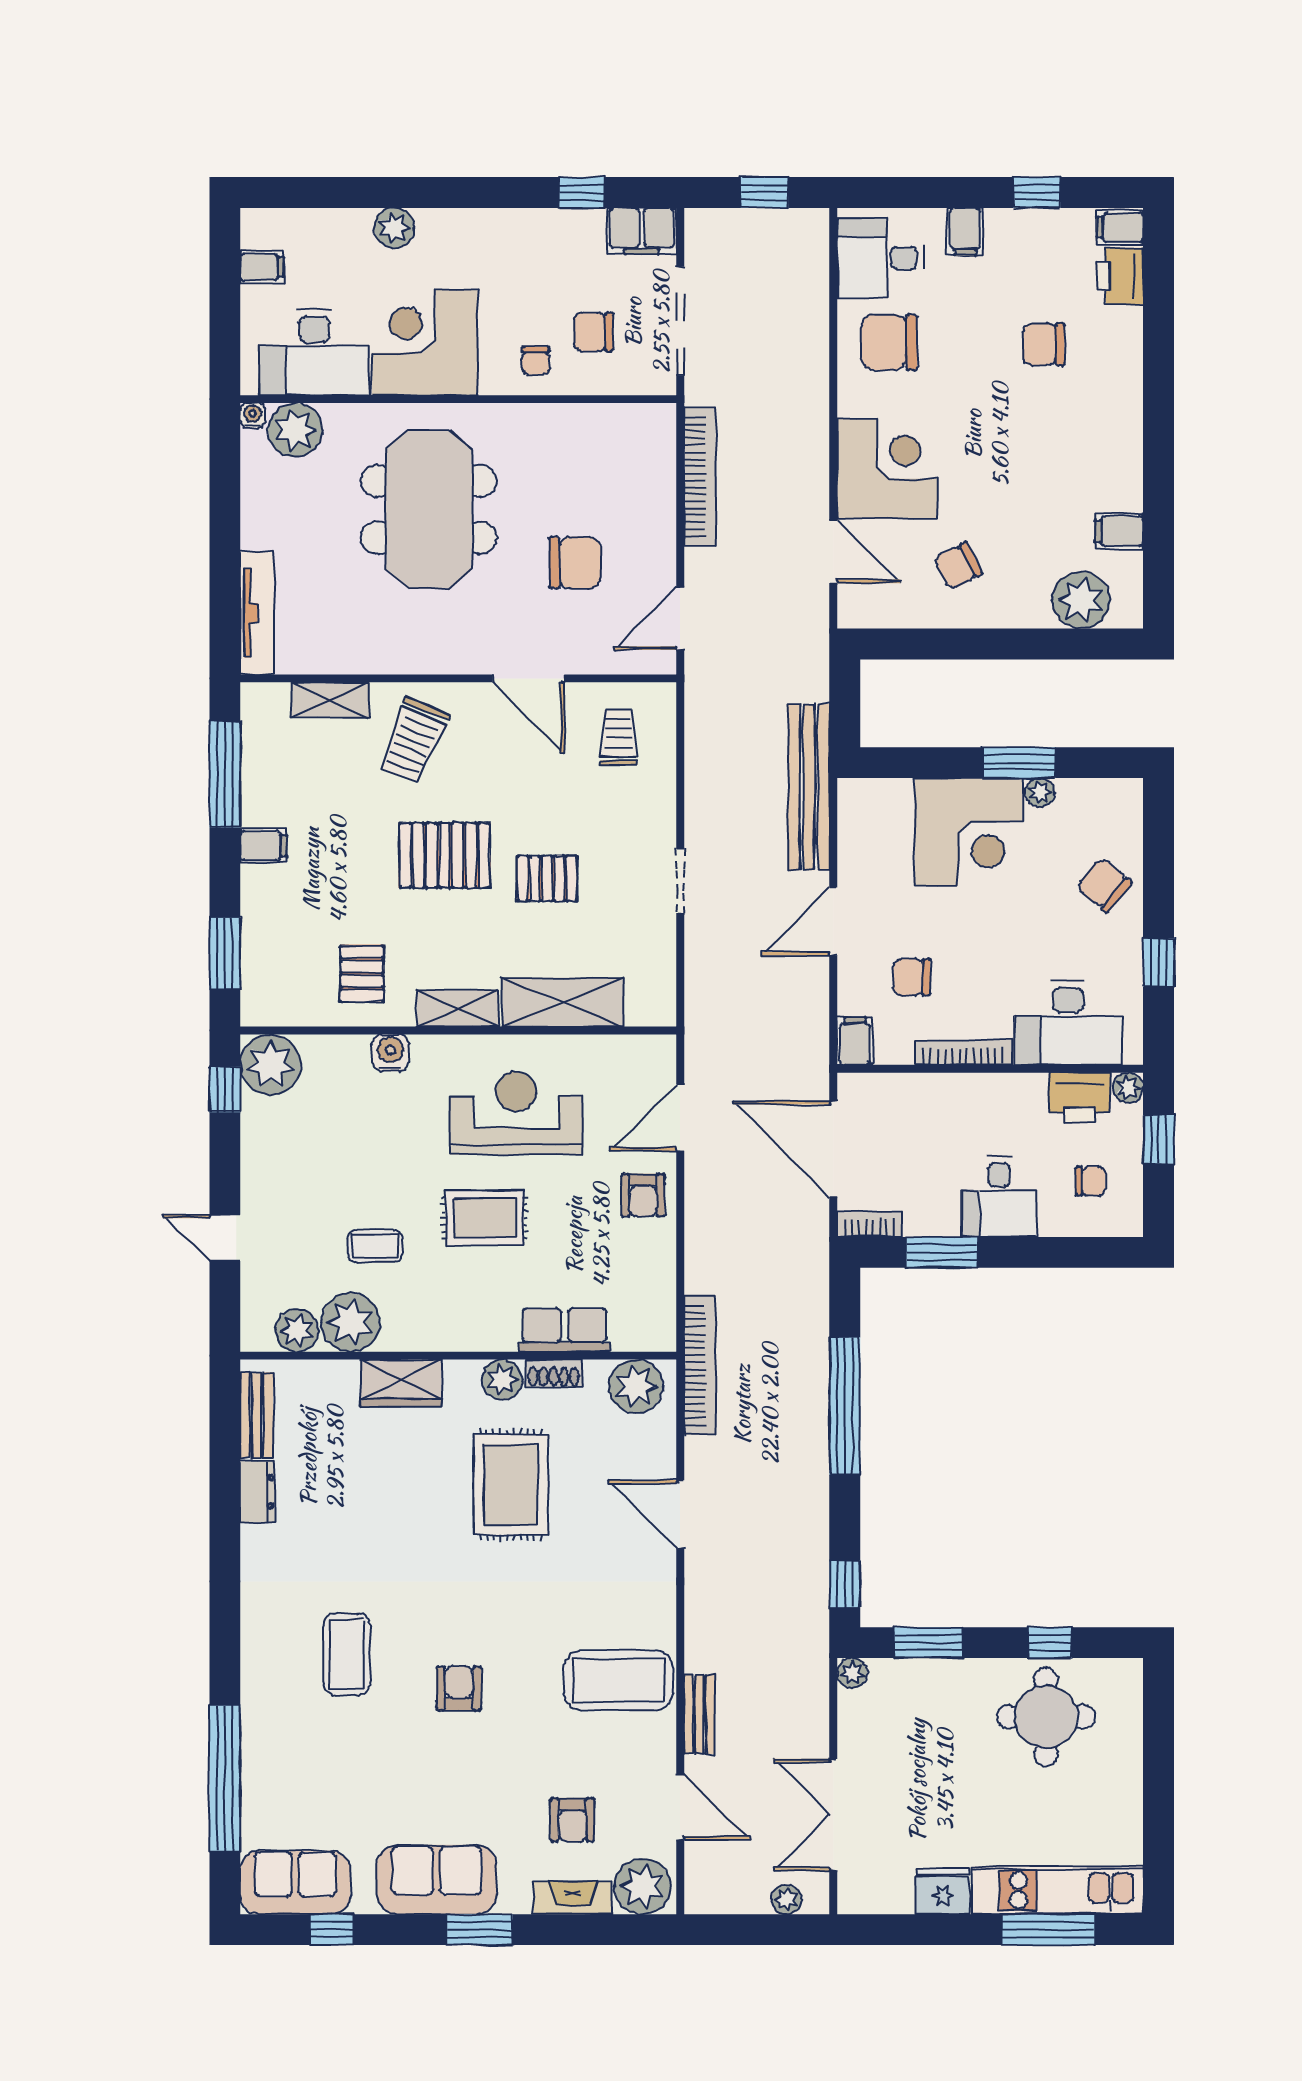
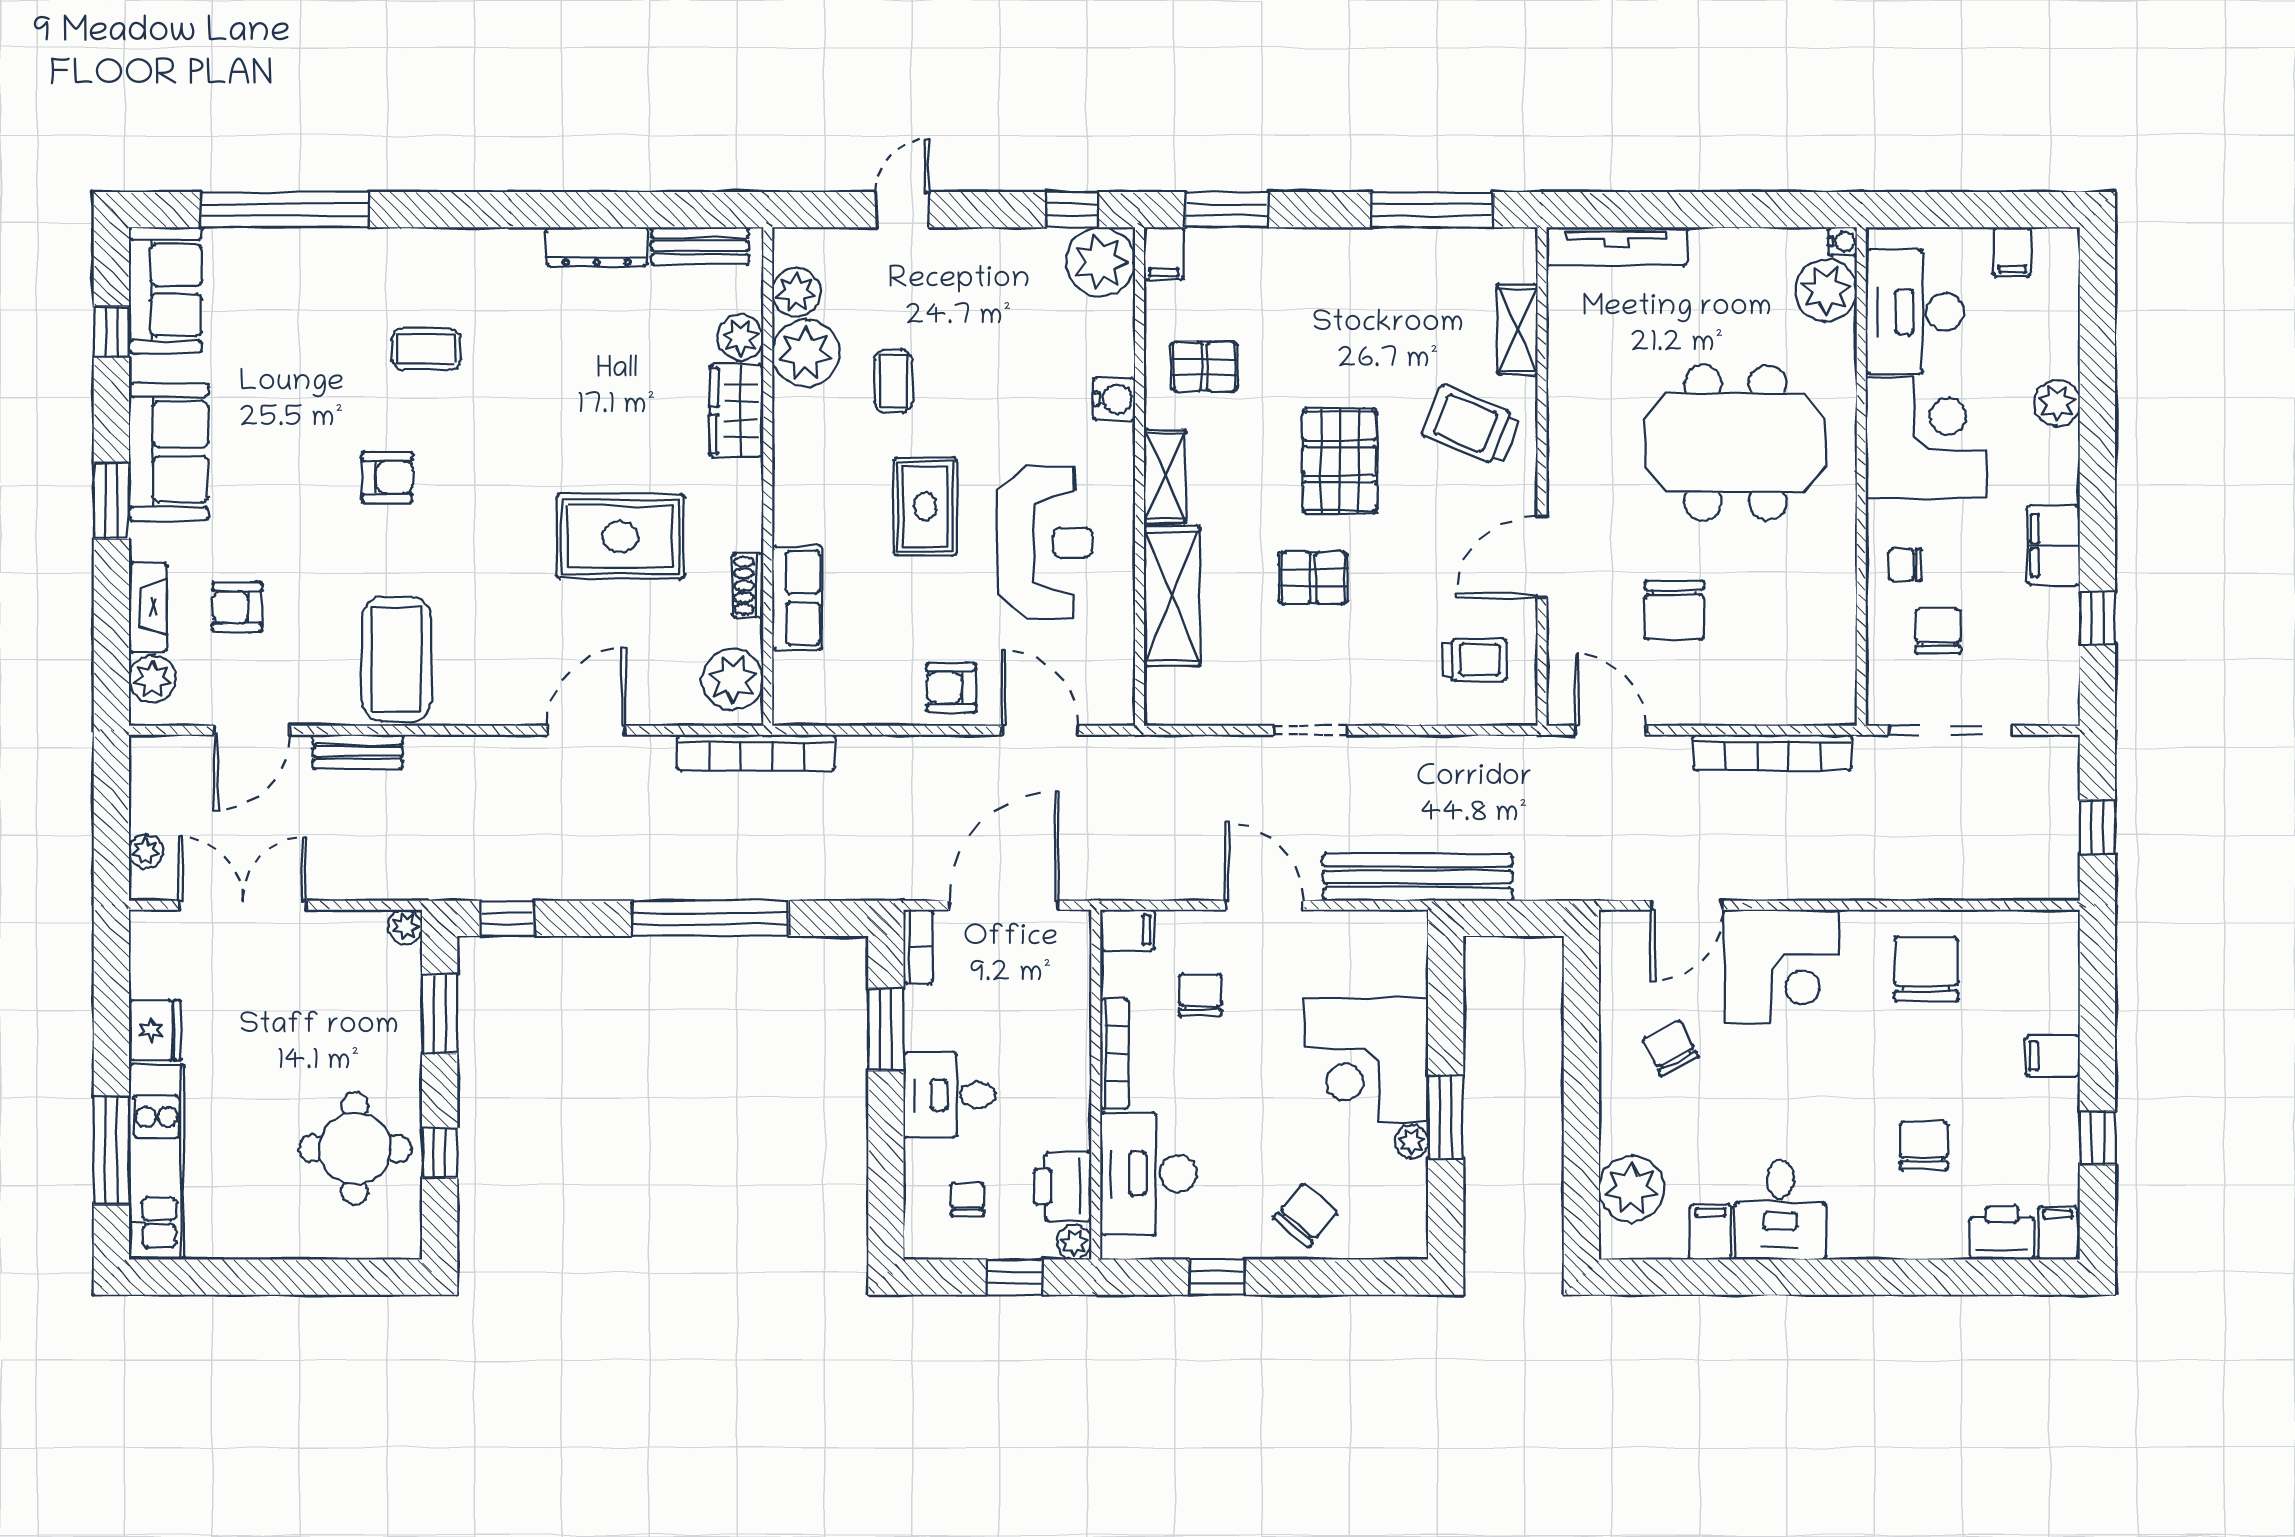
filing cabinet: (642, 231) -> (2053, 546), moved
desk: (880, 258) -> (1780, 1210), moved, turned 180
filing cabinet: (264, 846) -> (1164, 254), moved
pallet: (547, 879) -> (1313, 578), turned 90
chair: (1091, 1181) -> (967, 1199), turned 180
plant: (502, 1380) -> (740, 338), moved
dresser: (257, 1492) -> (597, 247), width x1.44
coffee table: (347, 1654) -> (426, 349), width x0.73, depth x0.77
plant: (643, 1886) -> (152, 679), width x0.73, depth x0.73

